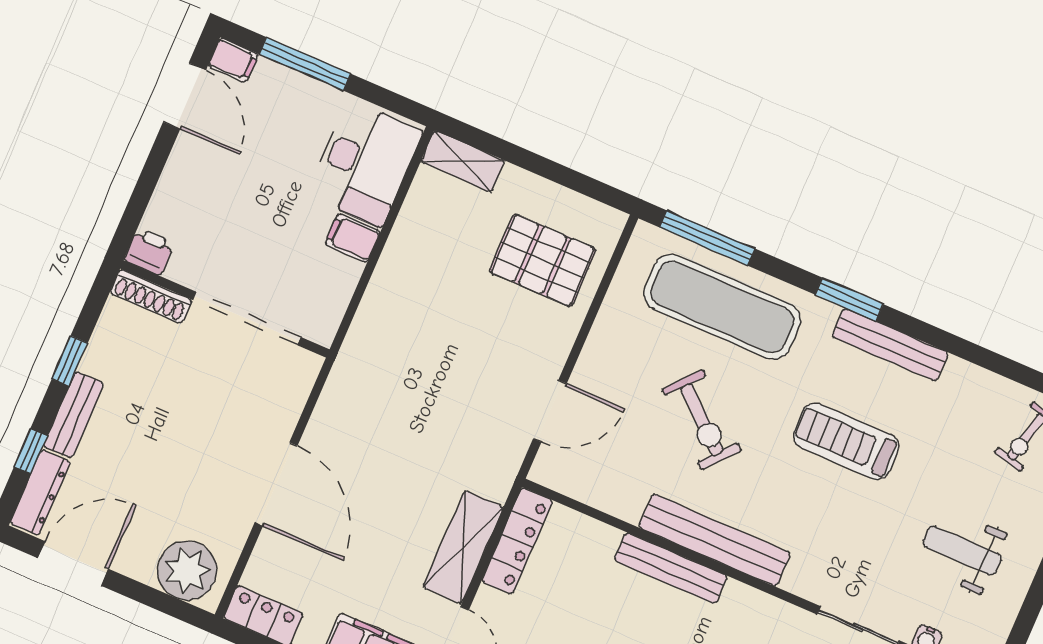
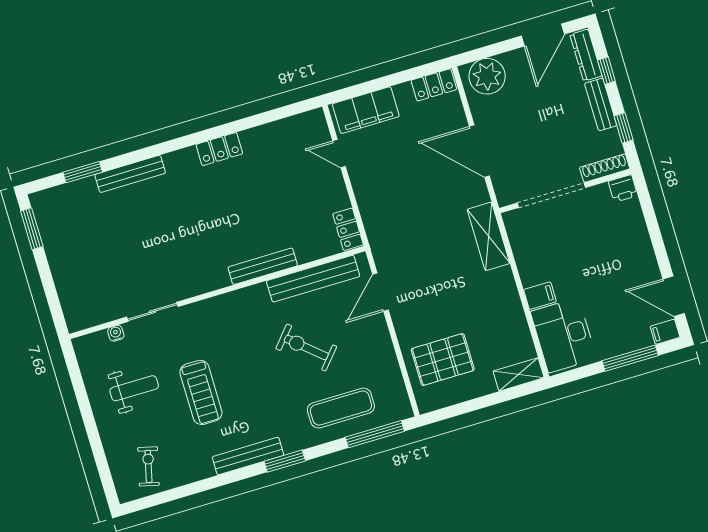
printer: (149, 251) -> (623, 188), moved
shoe rack: (151, 296) -> (605, 168), moved
exercise mat: (722, 307) -> (341, 408), width x0.73, depth x0.69
wall: (225, 309) -> (565, 191), moved
doorway: (247, 318) -> (551, 195), moved
treadmill: (846, 441) -> (201, 392), moved, turned 90
bench: (715, 540) -> (313, 279), moved
locker: (517, 541) -> (348, 229), width x0.66
shelving: (463, 547) -> (488, 236), moved

